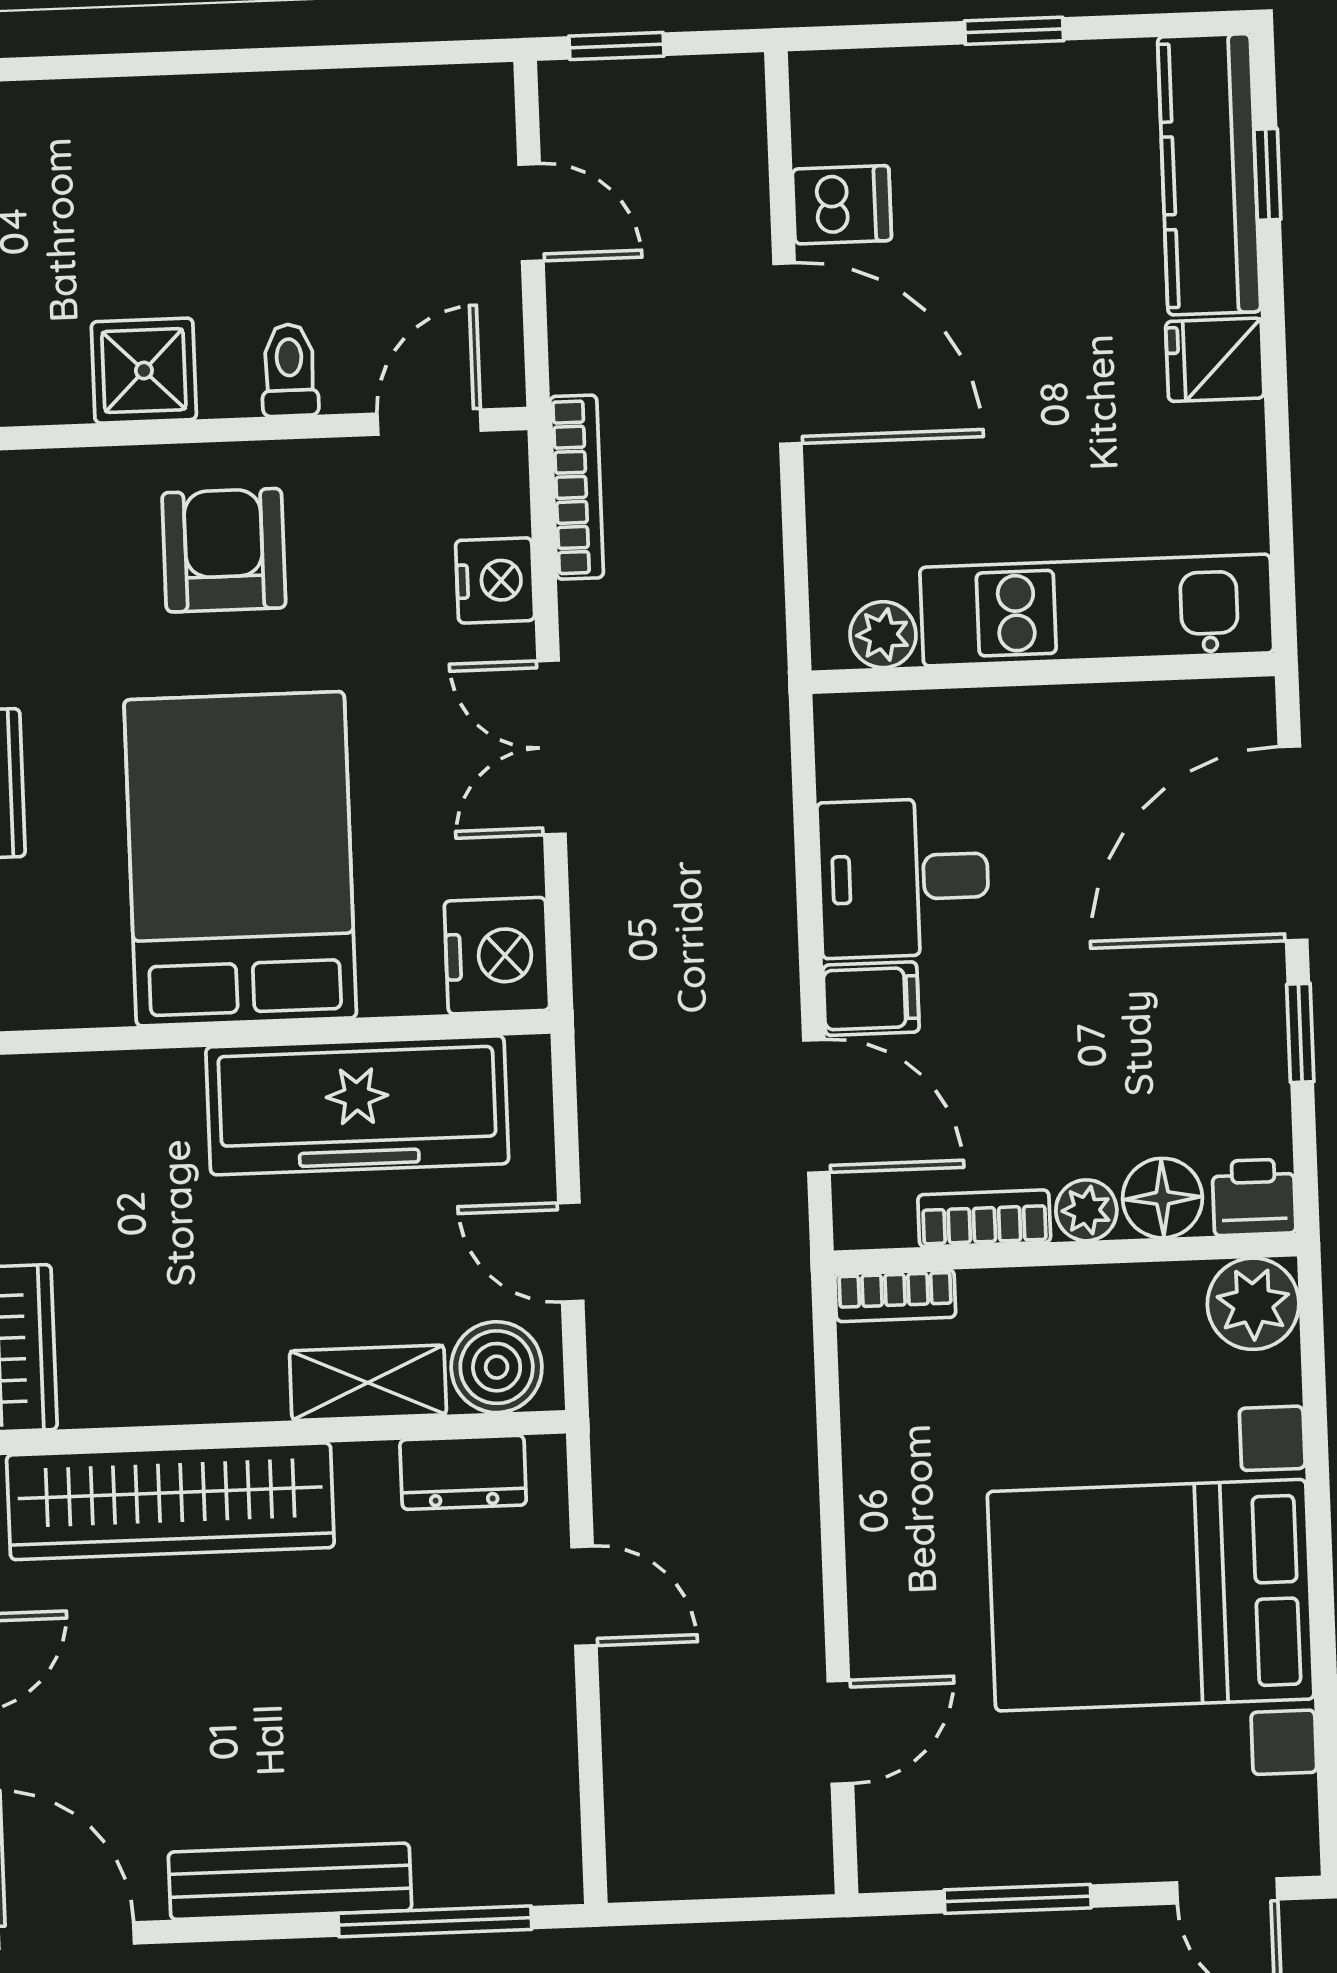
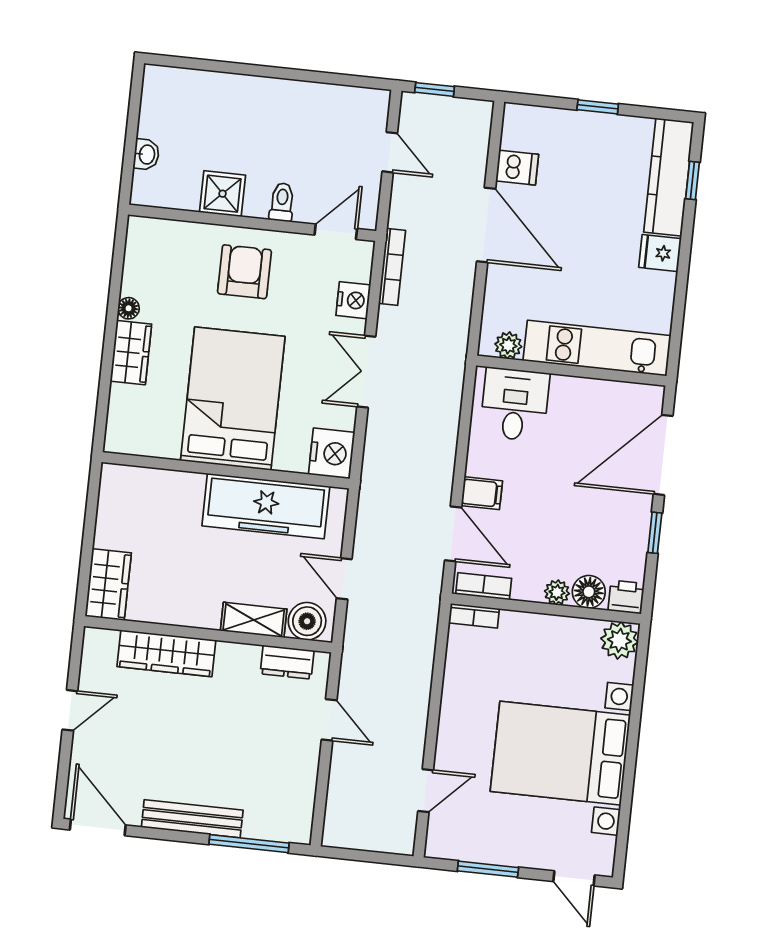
desk: (904, 878) -> (515, 404), moved, turned 90
bookcase: (984, 1218) -> (484, 586), moved
wardrobe: (170, 1501) -> (166, 653), width x0.71, depth x0.85

